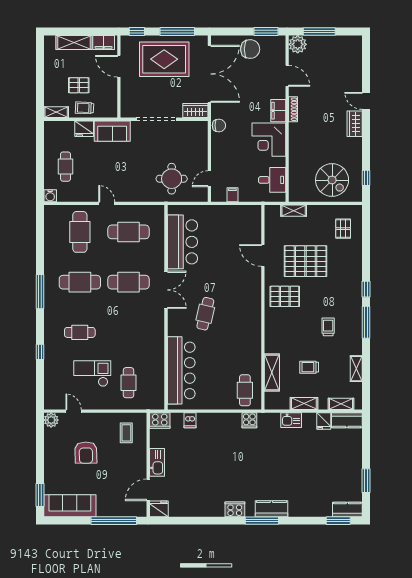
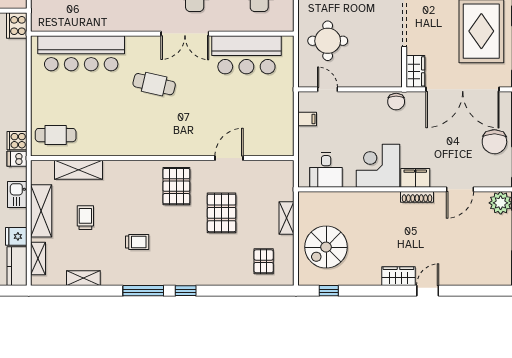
shelving: (294, 211) -> (287, 218), moved
pallet: (343, 229) -> (264, 261), turned 90
pallet: (305, 261) -> (222, 213), width x0.73, depth x0.71
shelving: (304, 404) -> (41, 211), width x1.50, depth x1.33
dishwasher: (190, 420) -> (17, 159), moved

